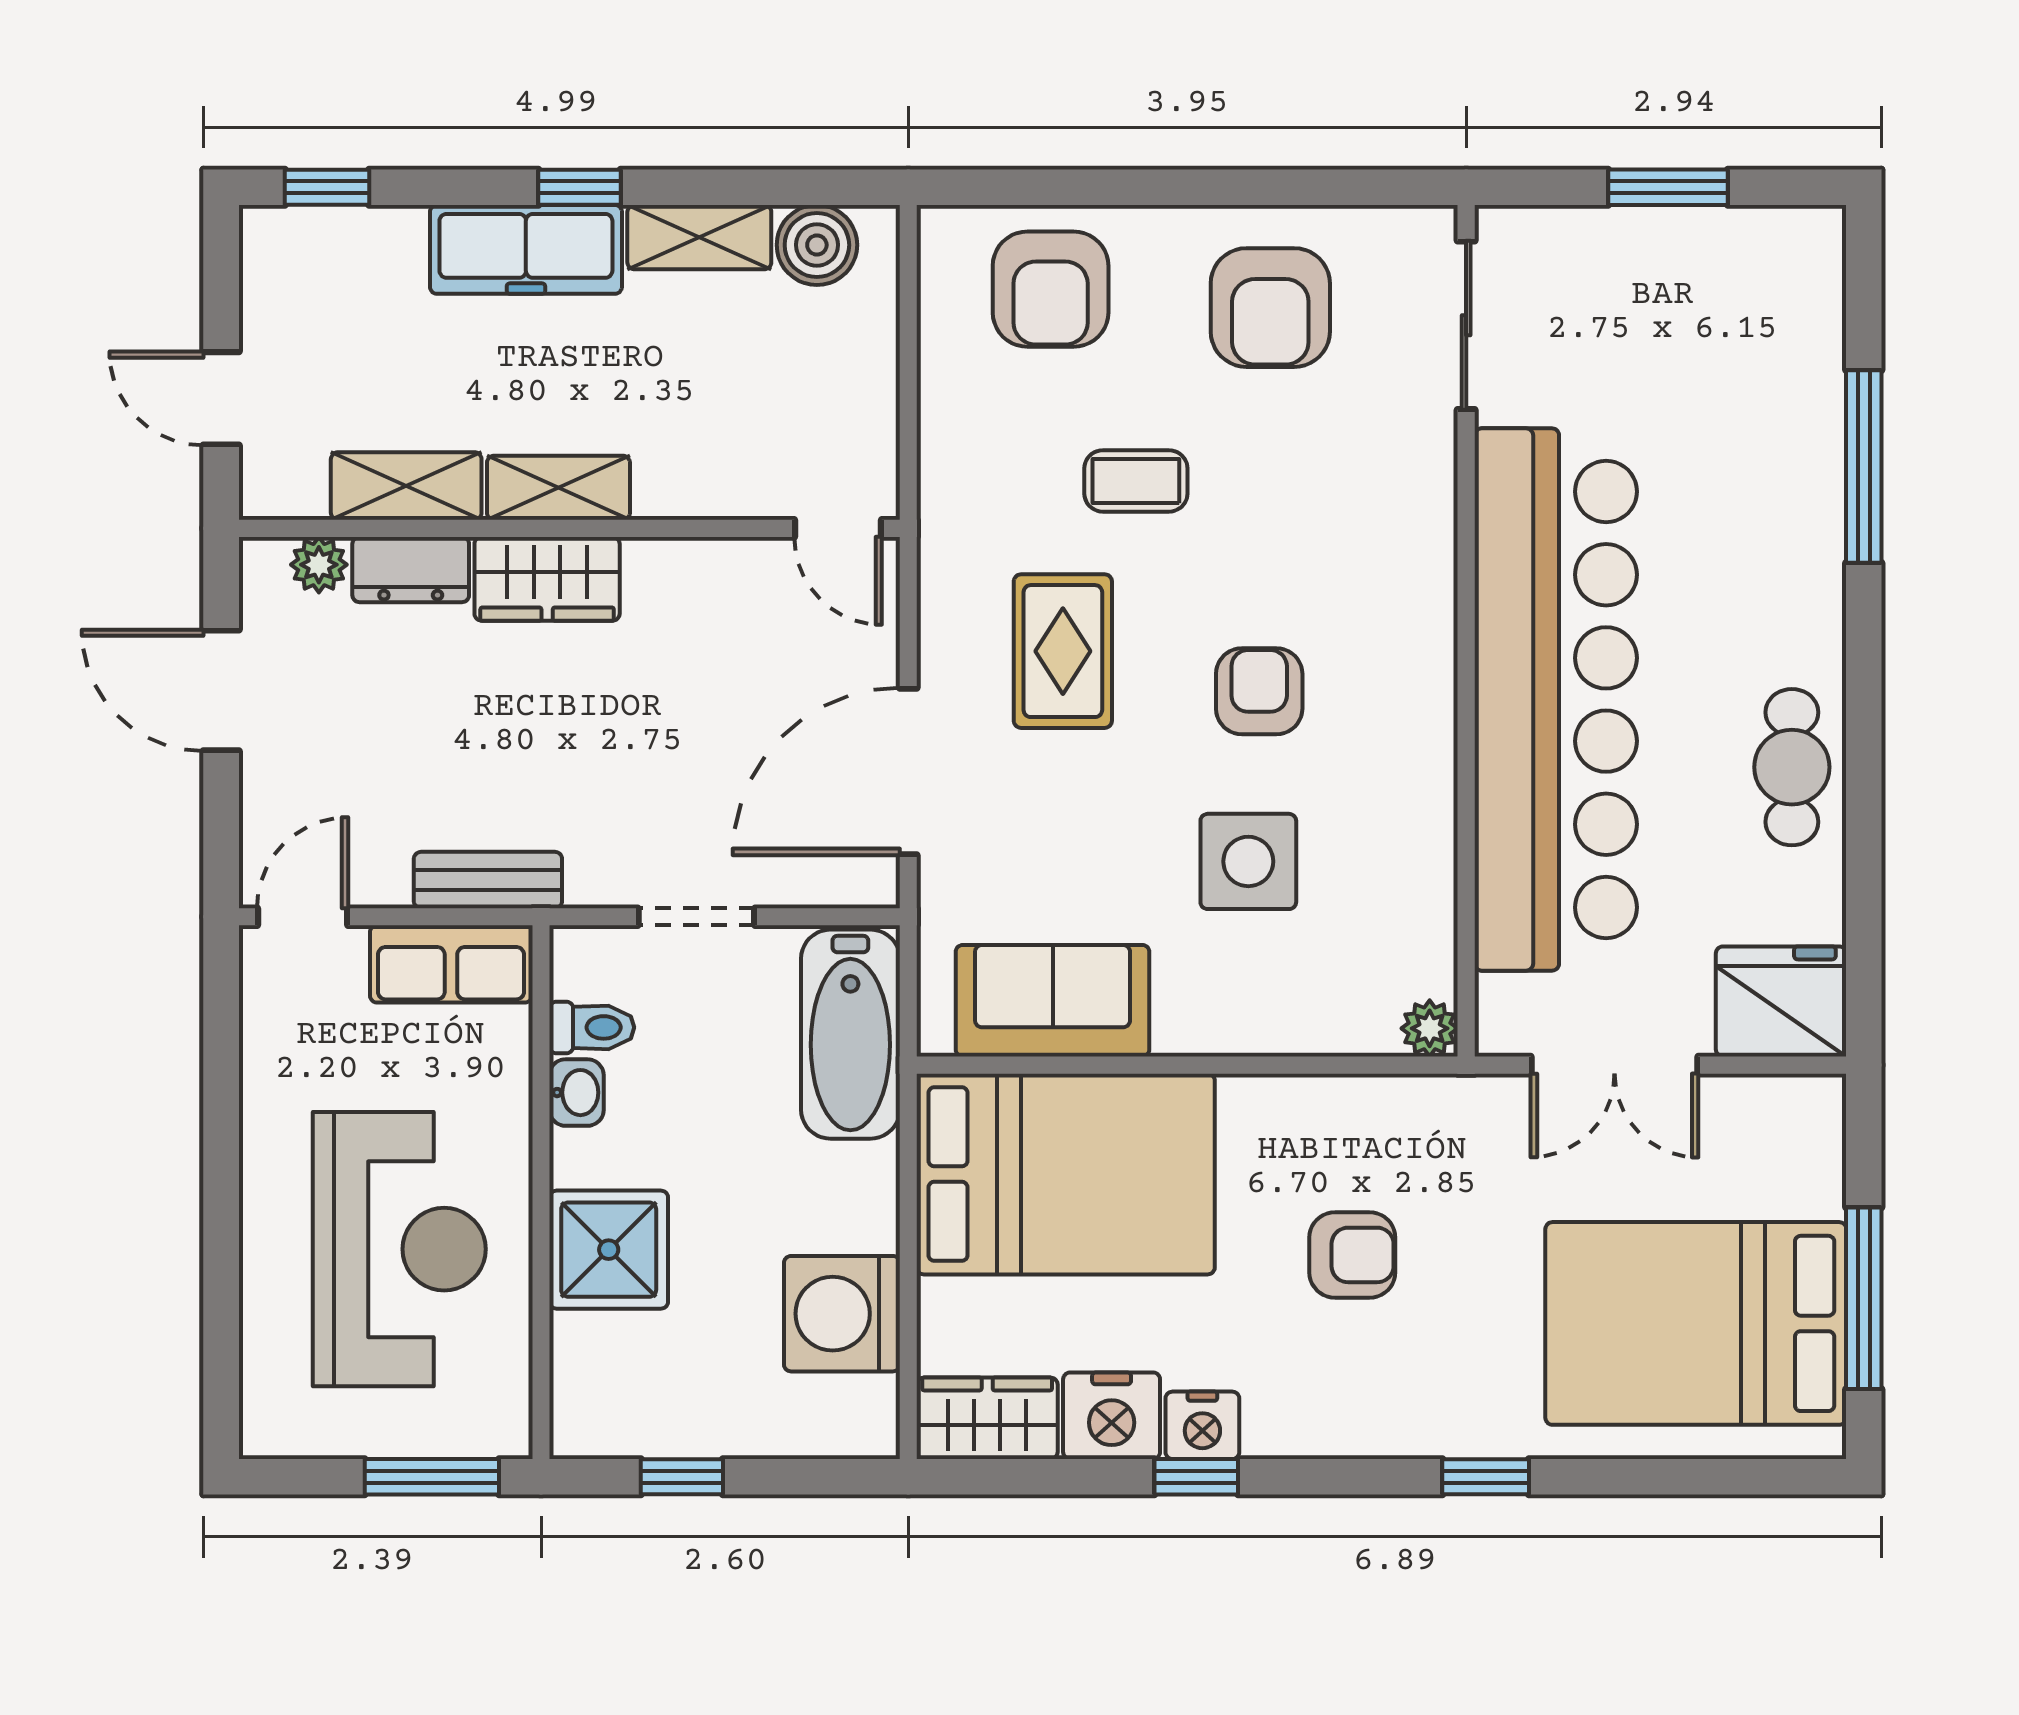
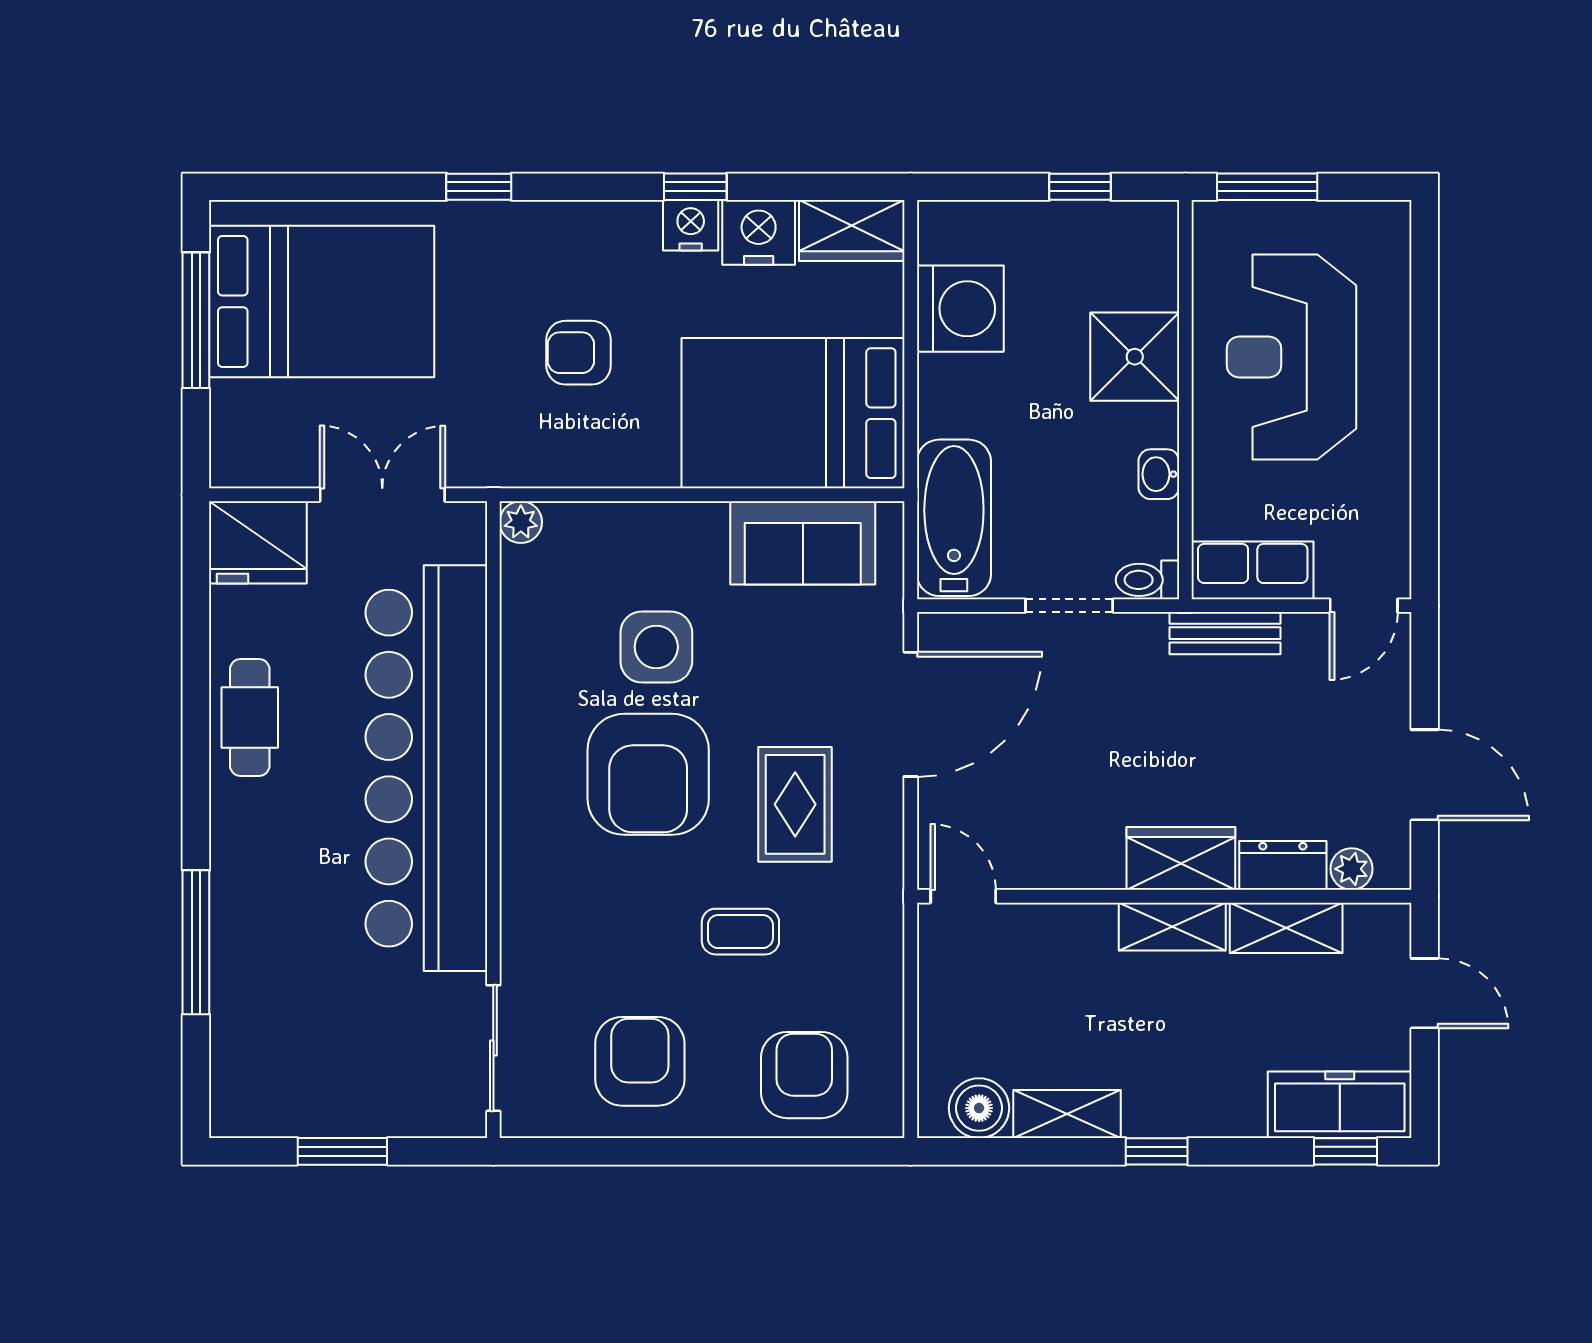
freezer: (526, 249) -> (1340, 1105), moved
armchair: (1259, 691) -> (648, 774), width x1.88, depth x1.88
toilet: (592, 1027) -> (1147, 580), moved

